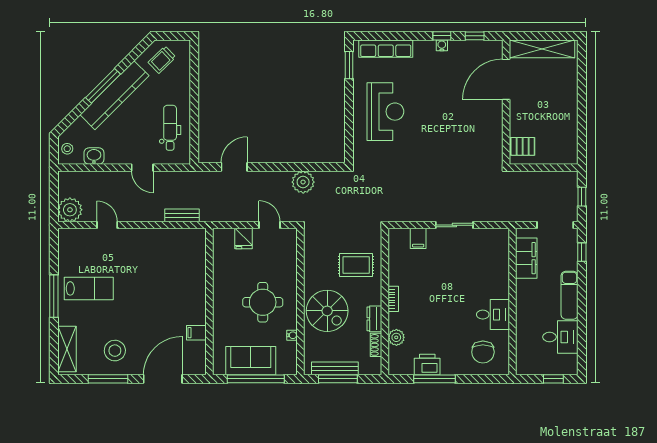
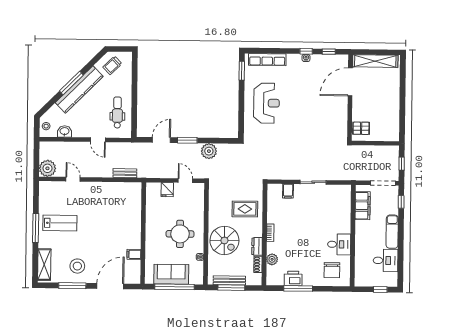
window: (272, 167) -> (187, 140), added

